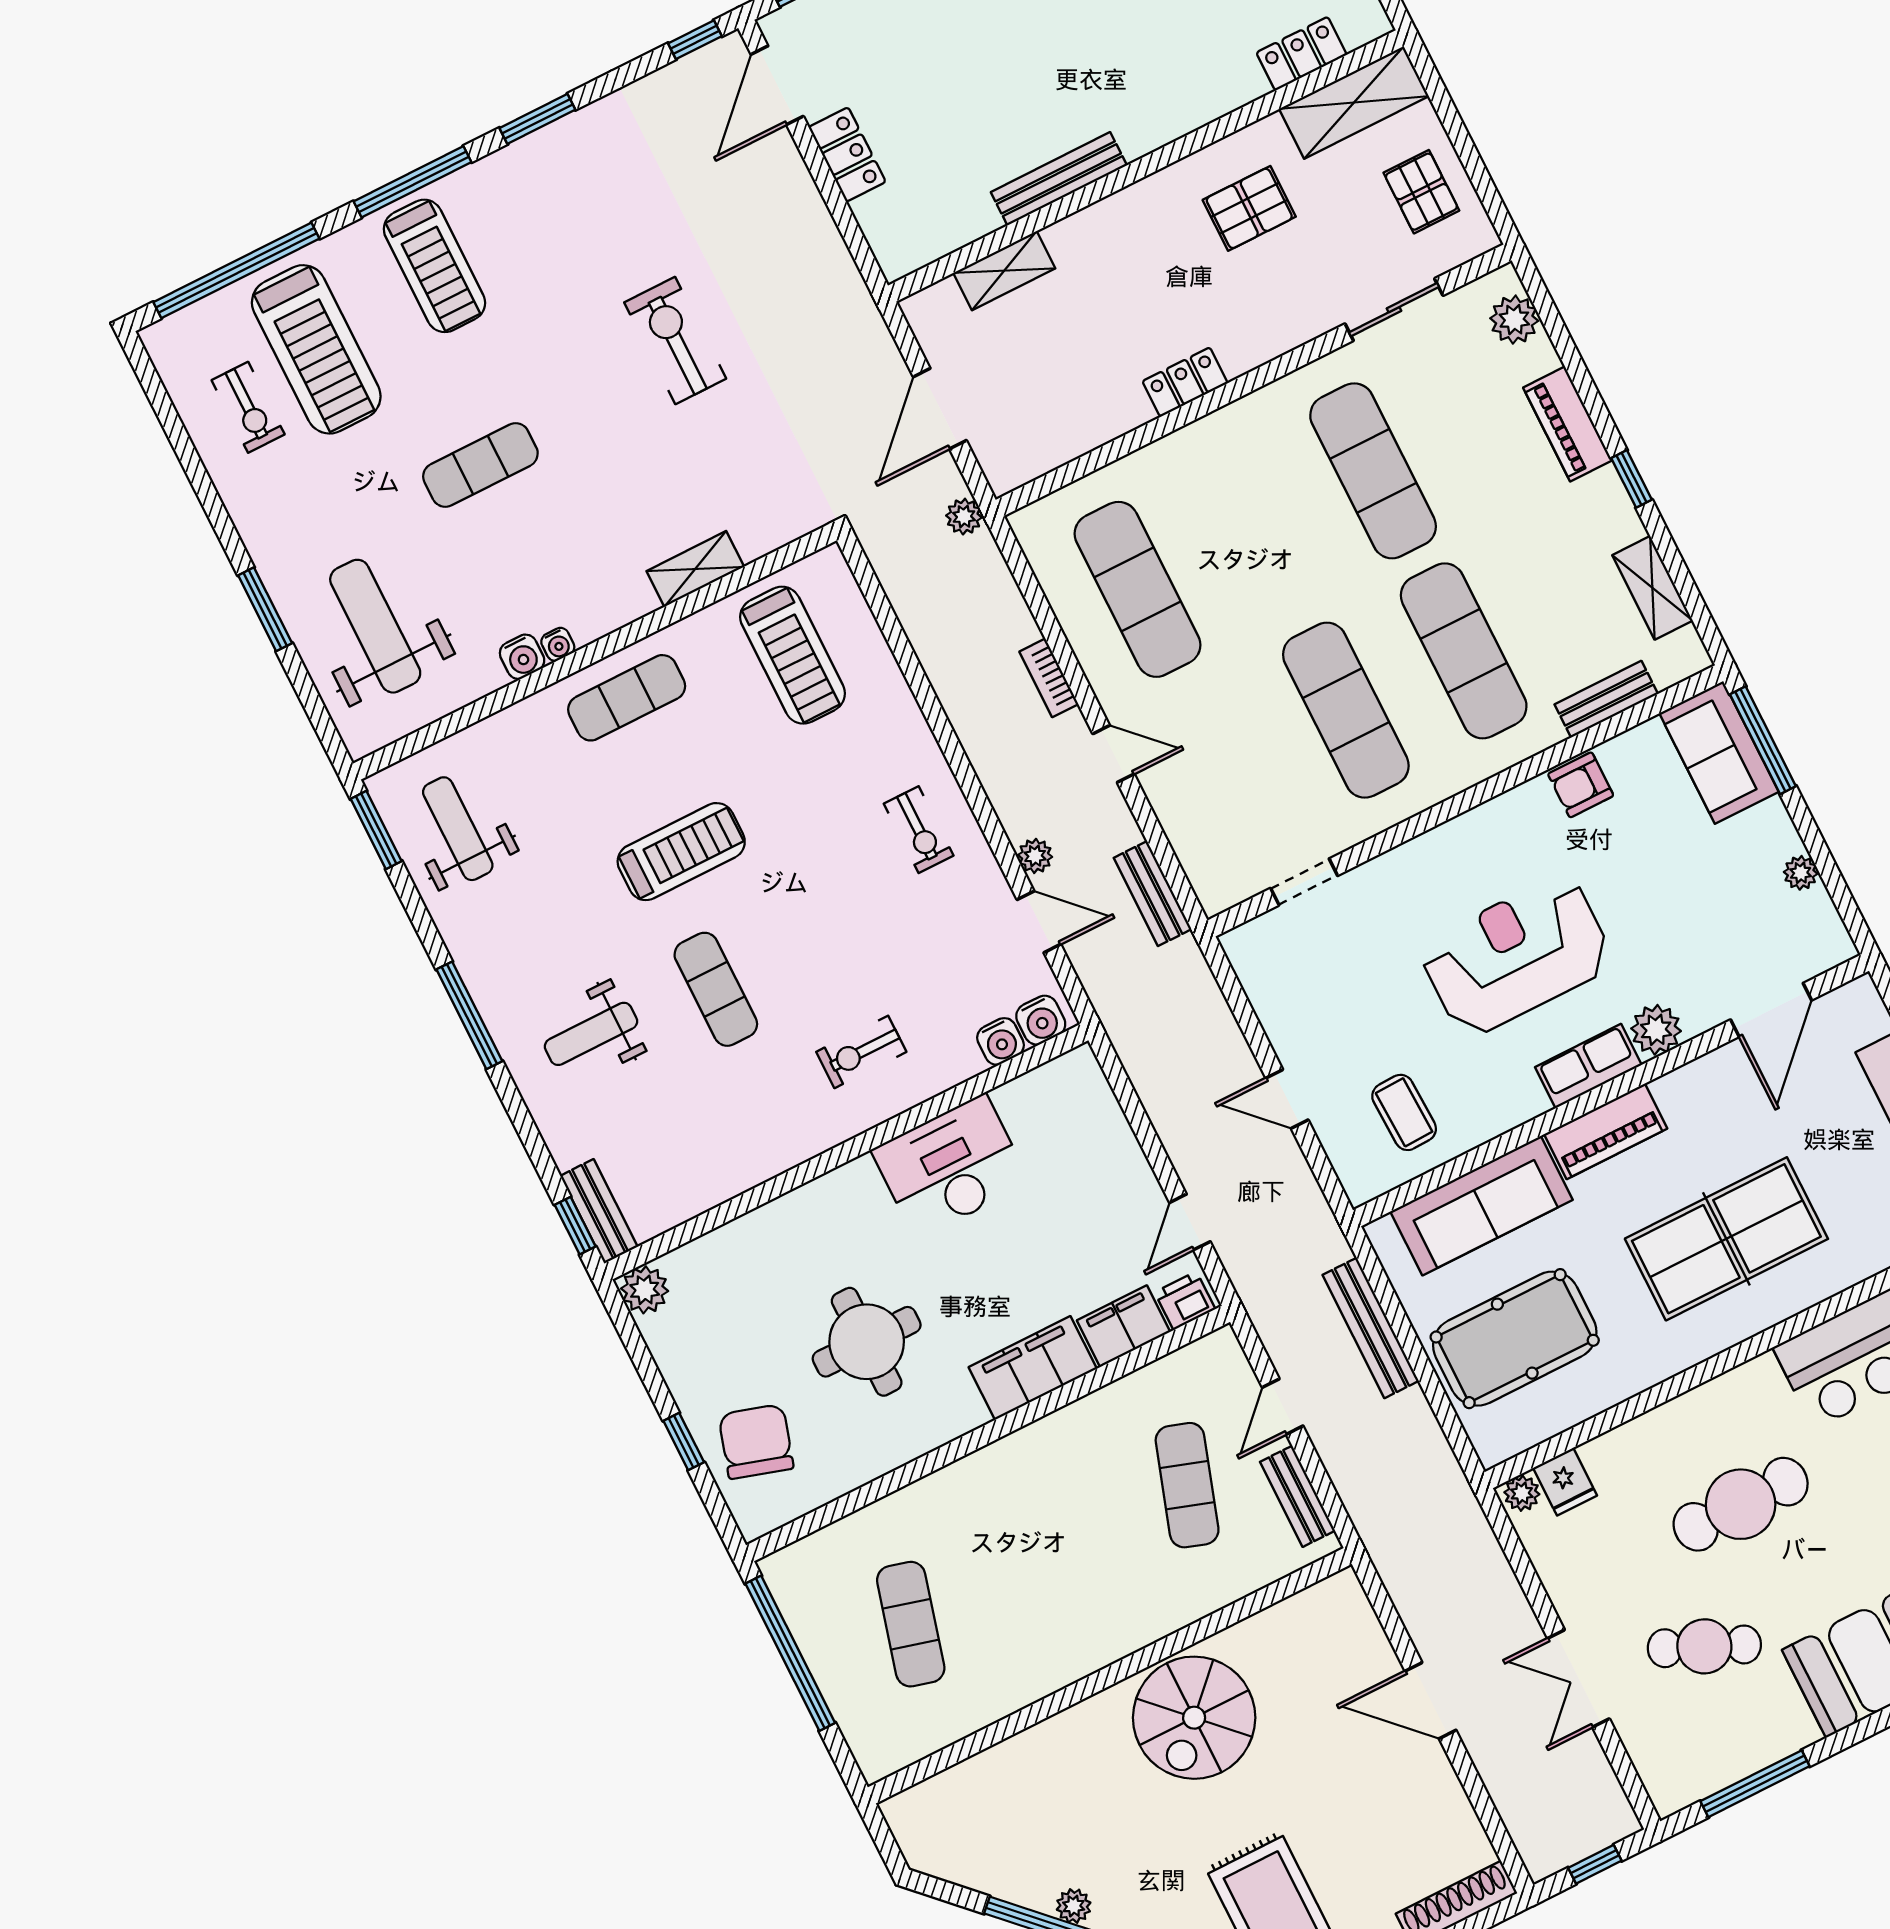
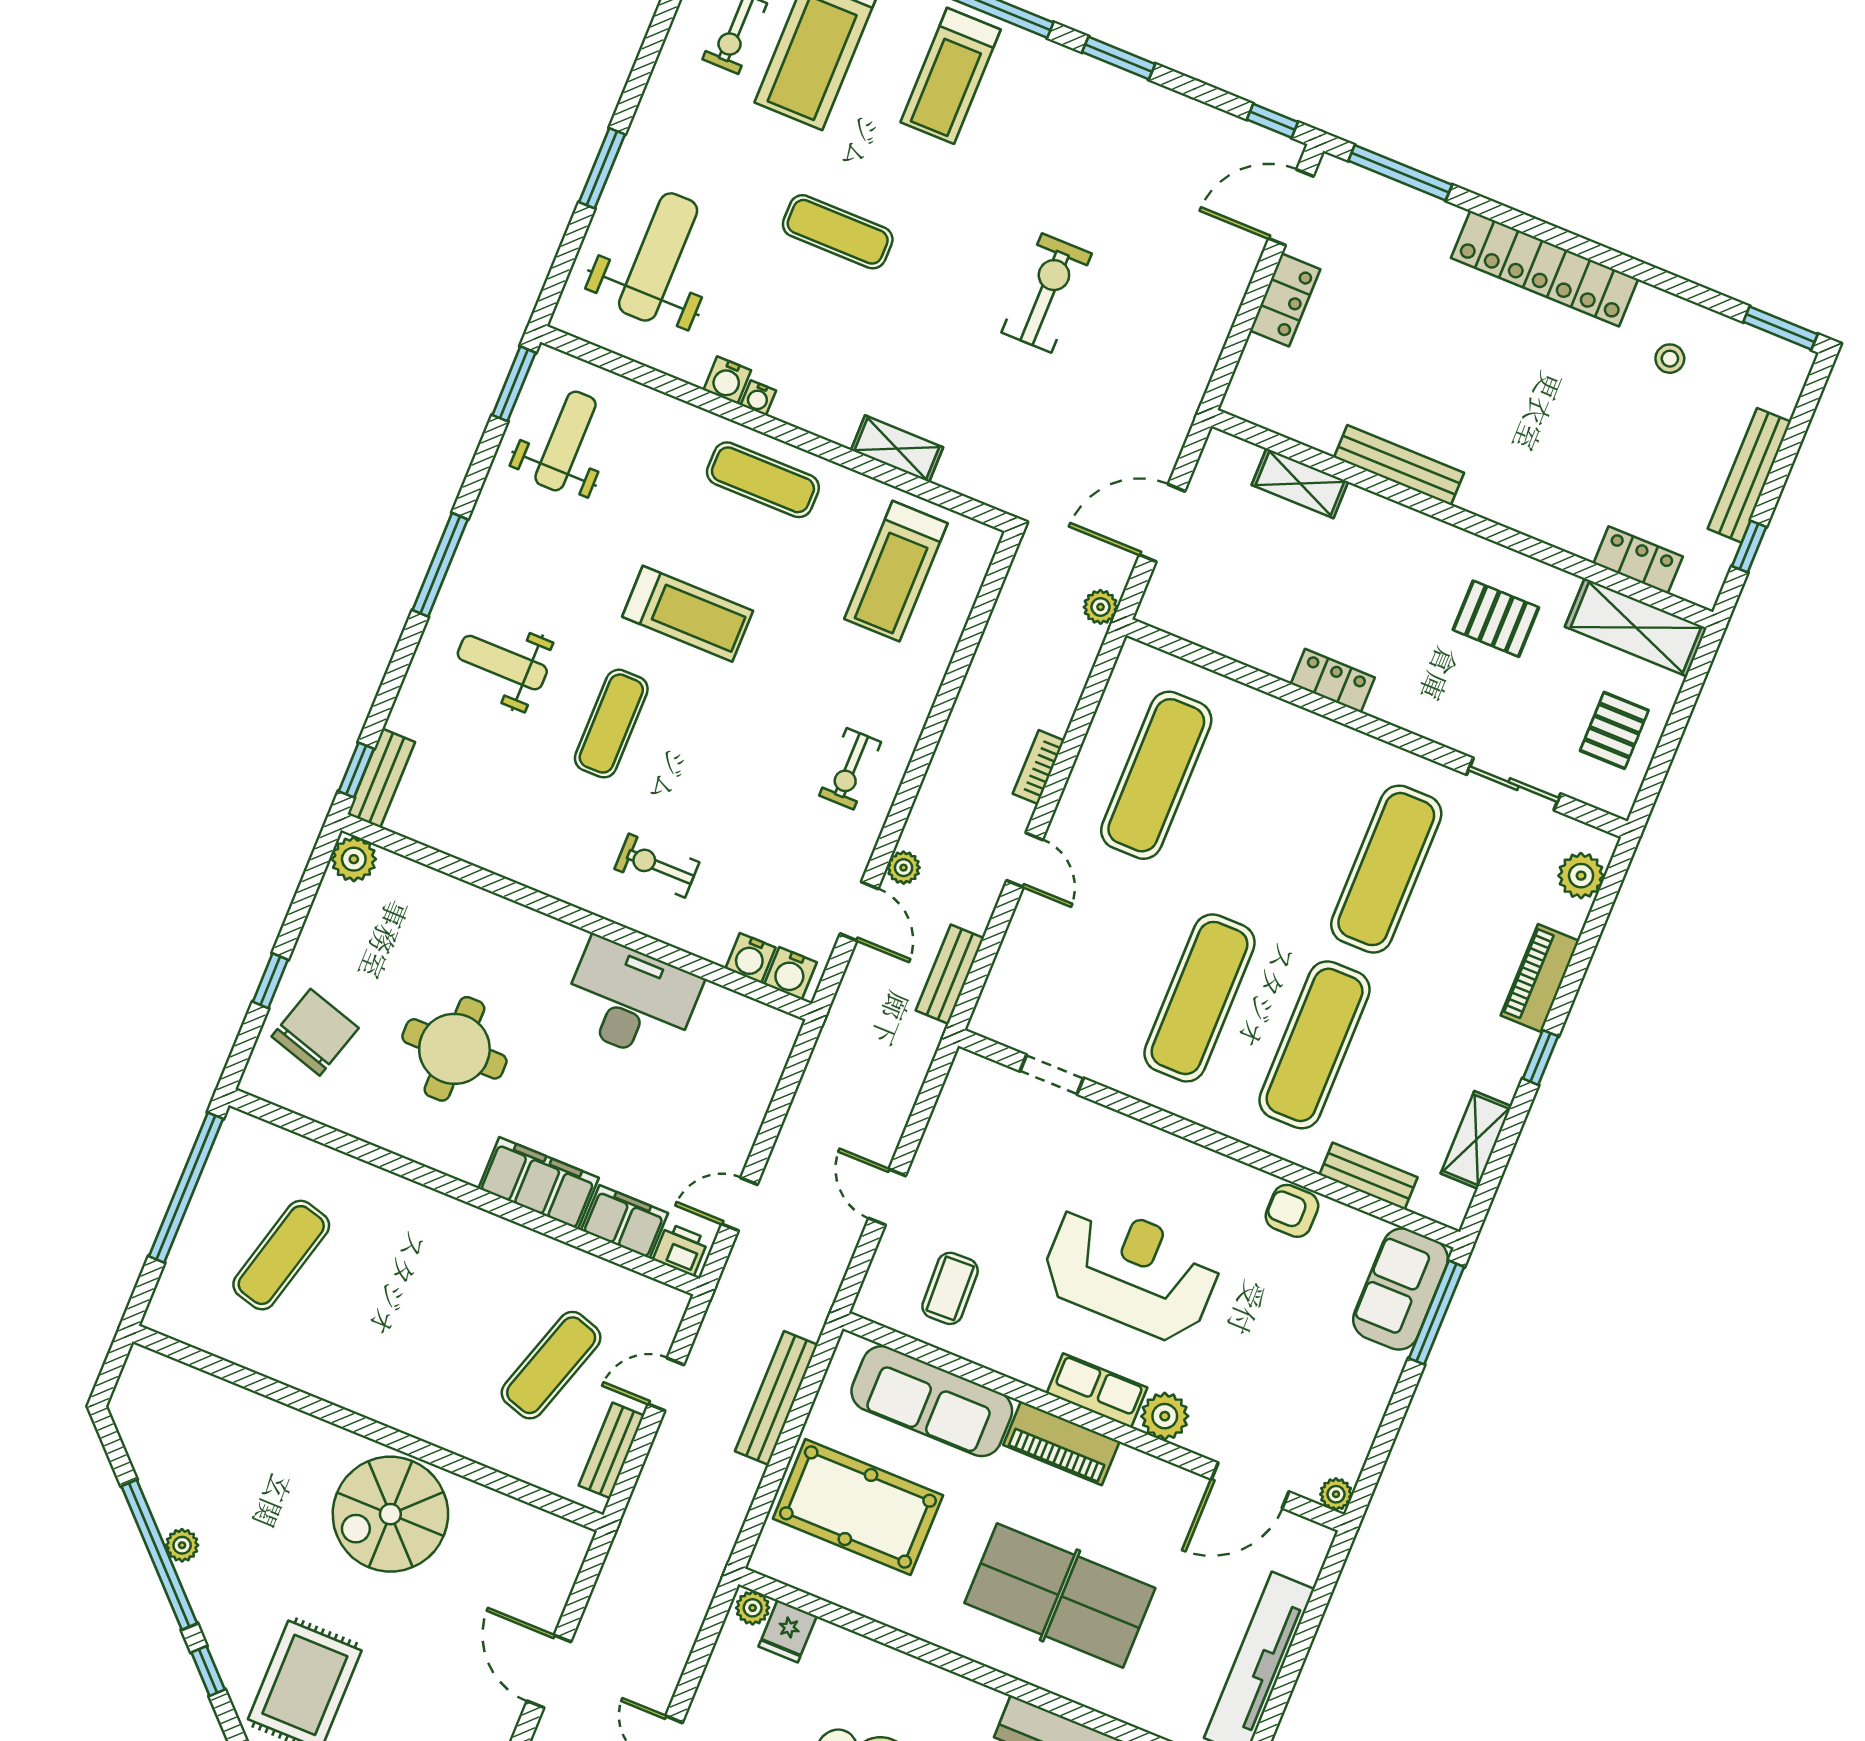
plant: (1801, 873) -> (1336, 1494), moved

